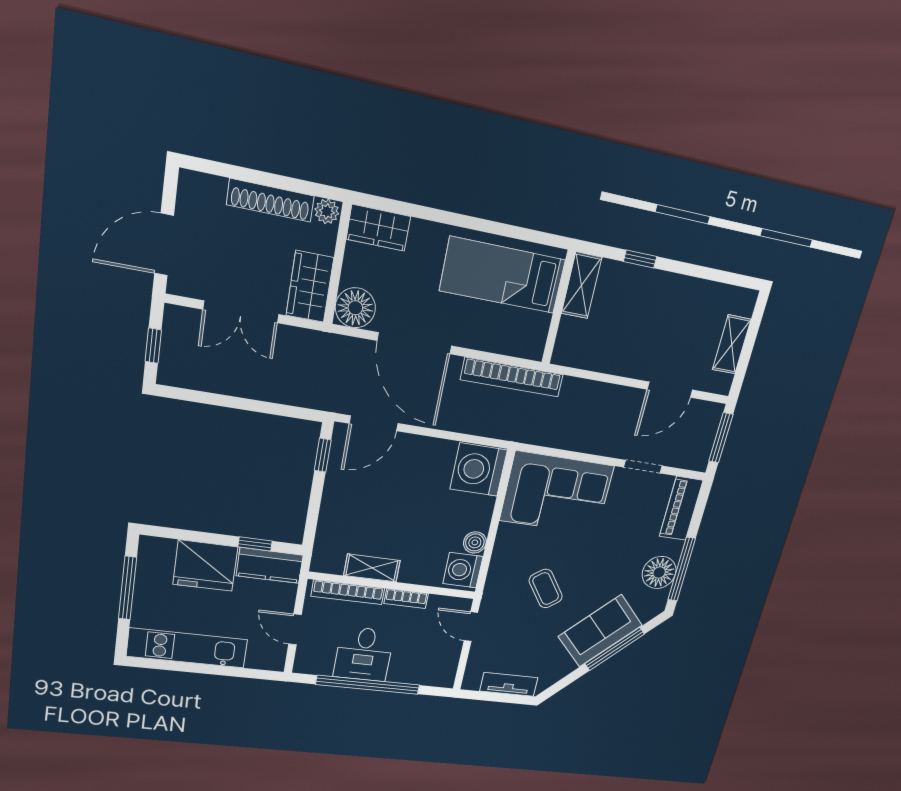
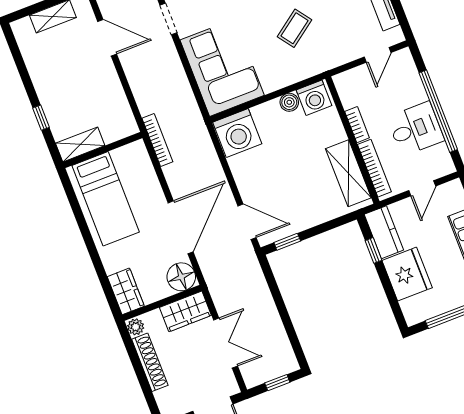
bookcase: (512, 377) -> (157, 140), width x0.68, depth x0.76
shelving: (372, 568) -> (348, 173), width x1.50, depth x1.33
door: (471, 627) -> (378, 55), moved

